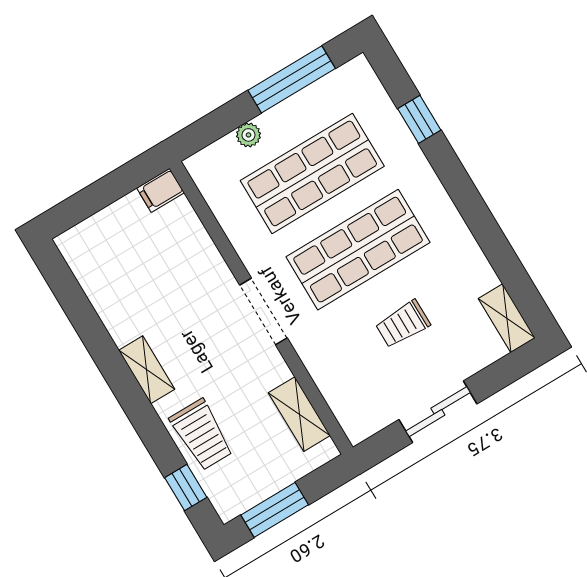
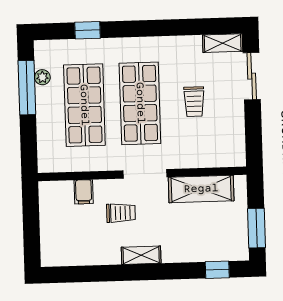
plant: (248, 135) -> (42, 77), moved
filing cabinet: (160, 190) -> (84, 192), moved
sliding door: (438, 412) -> (252, 76), moved
shelving: (299, 414) -> (201, 189), width x1.50, depth x1.33
trolley: (202, 435) -> (121, 213), moved, width x0.73, depth x0.72

